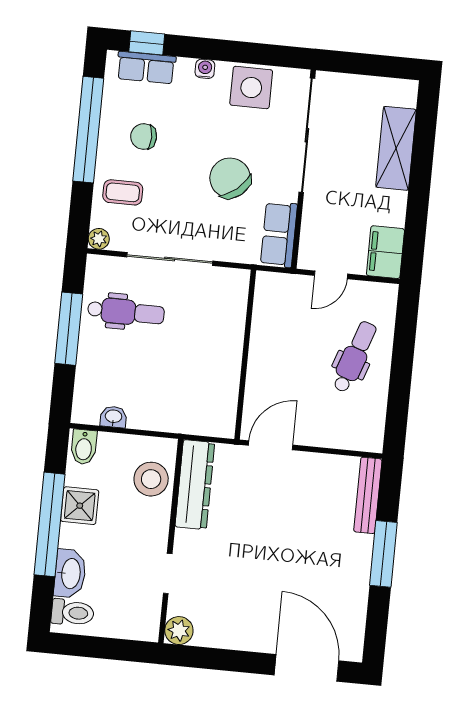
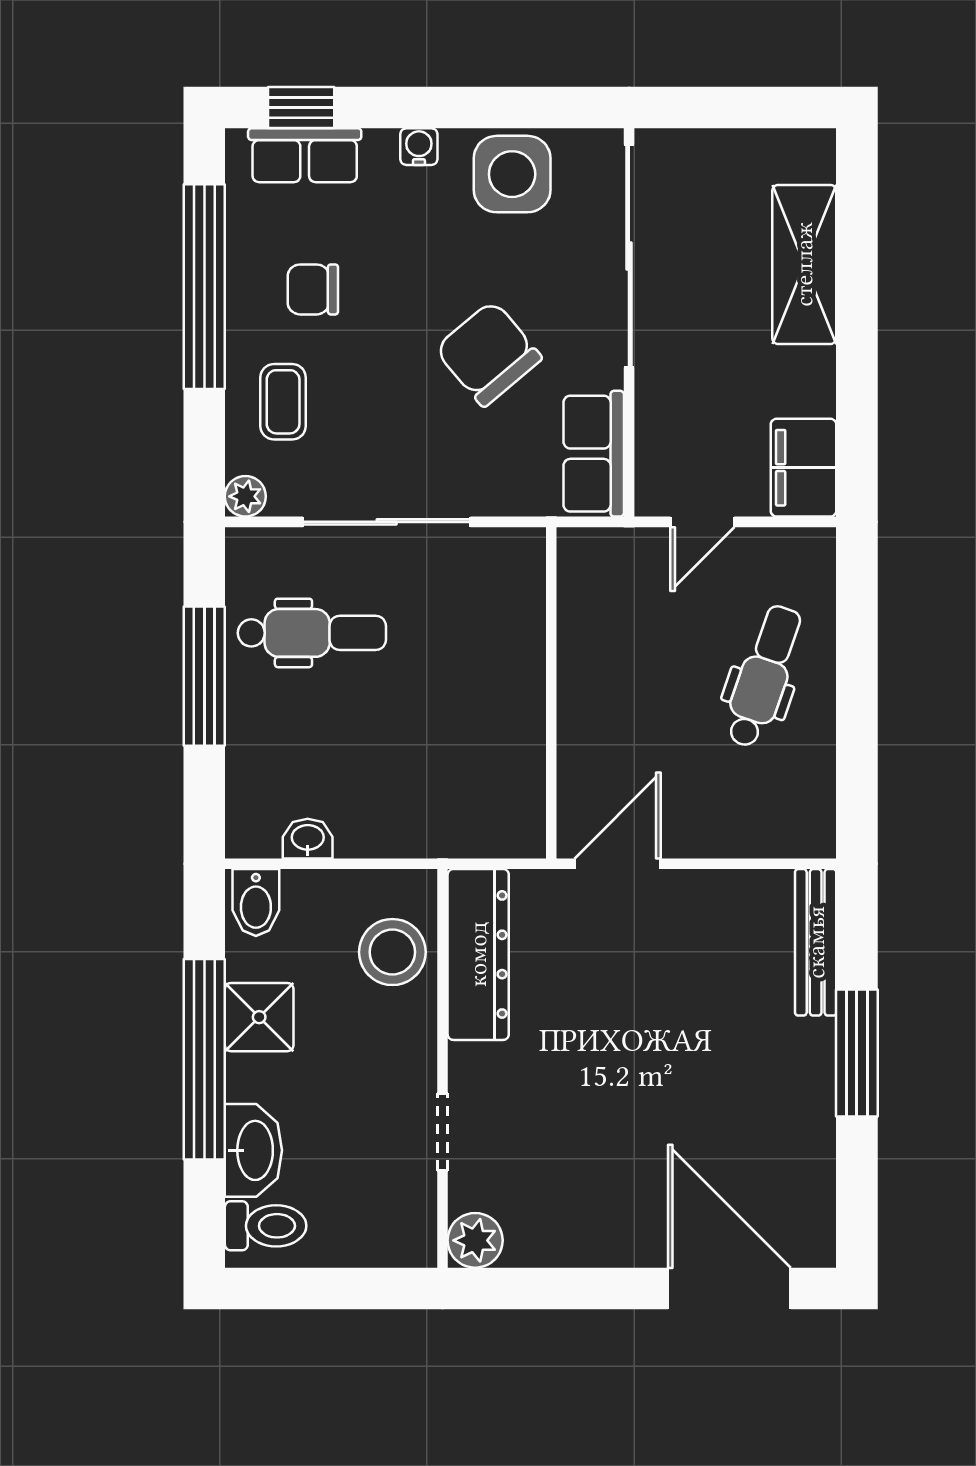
coffee table: (123, 192) -> (283, 402), turned 90

